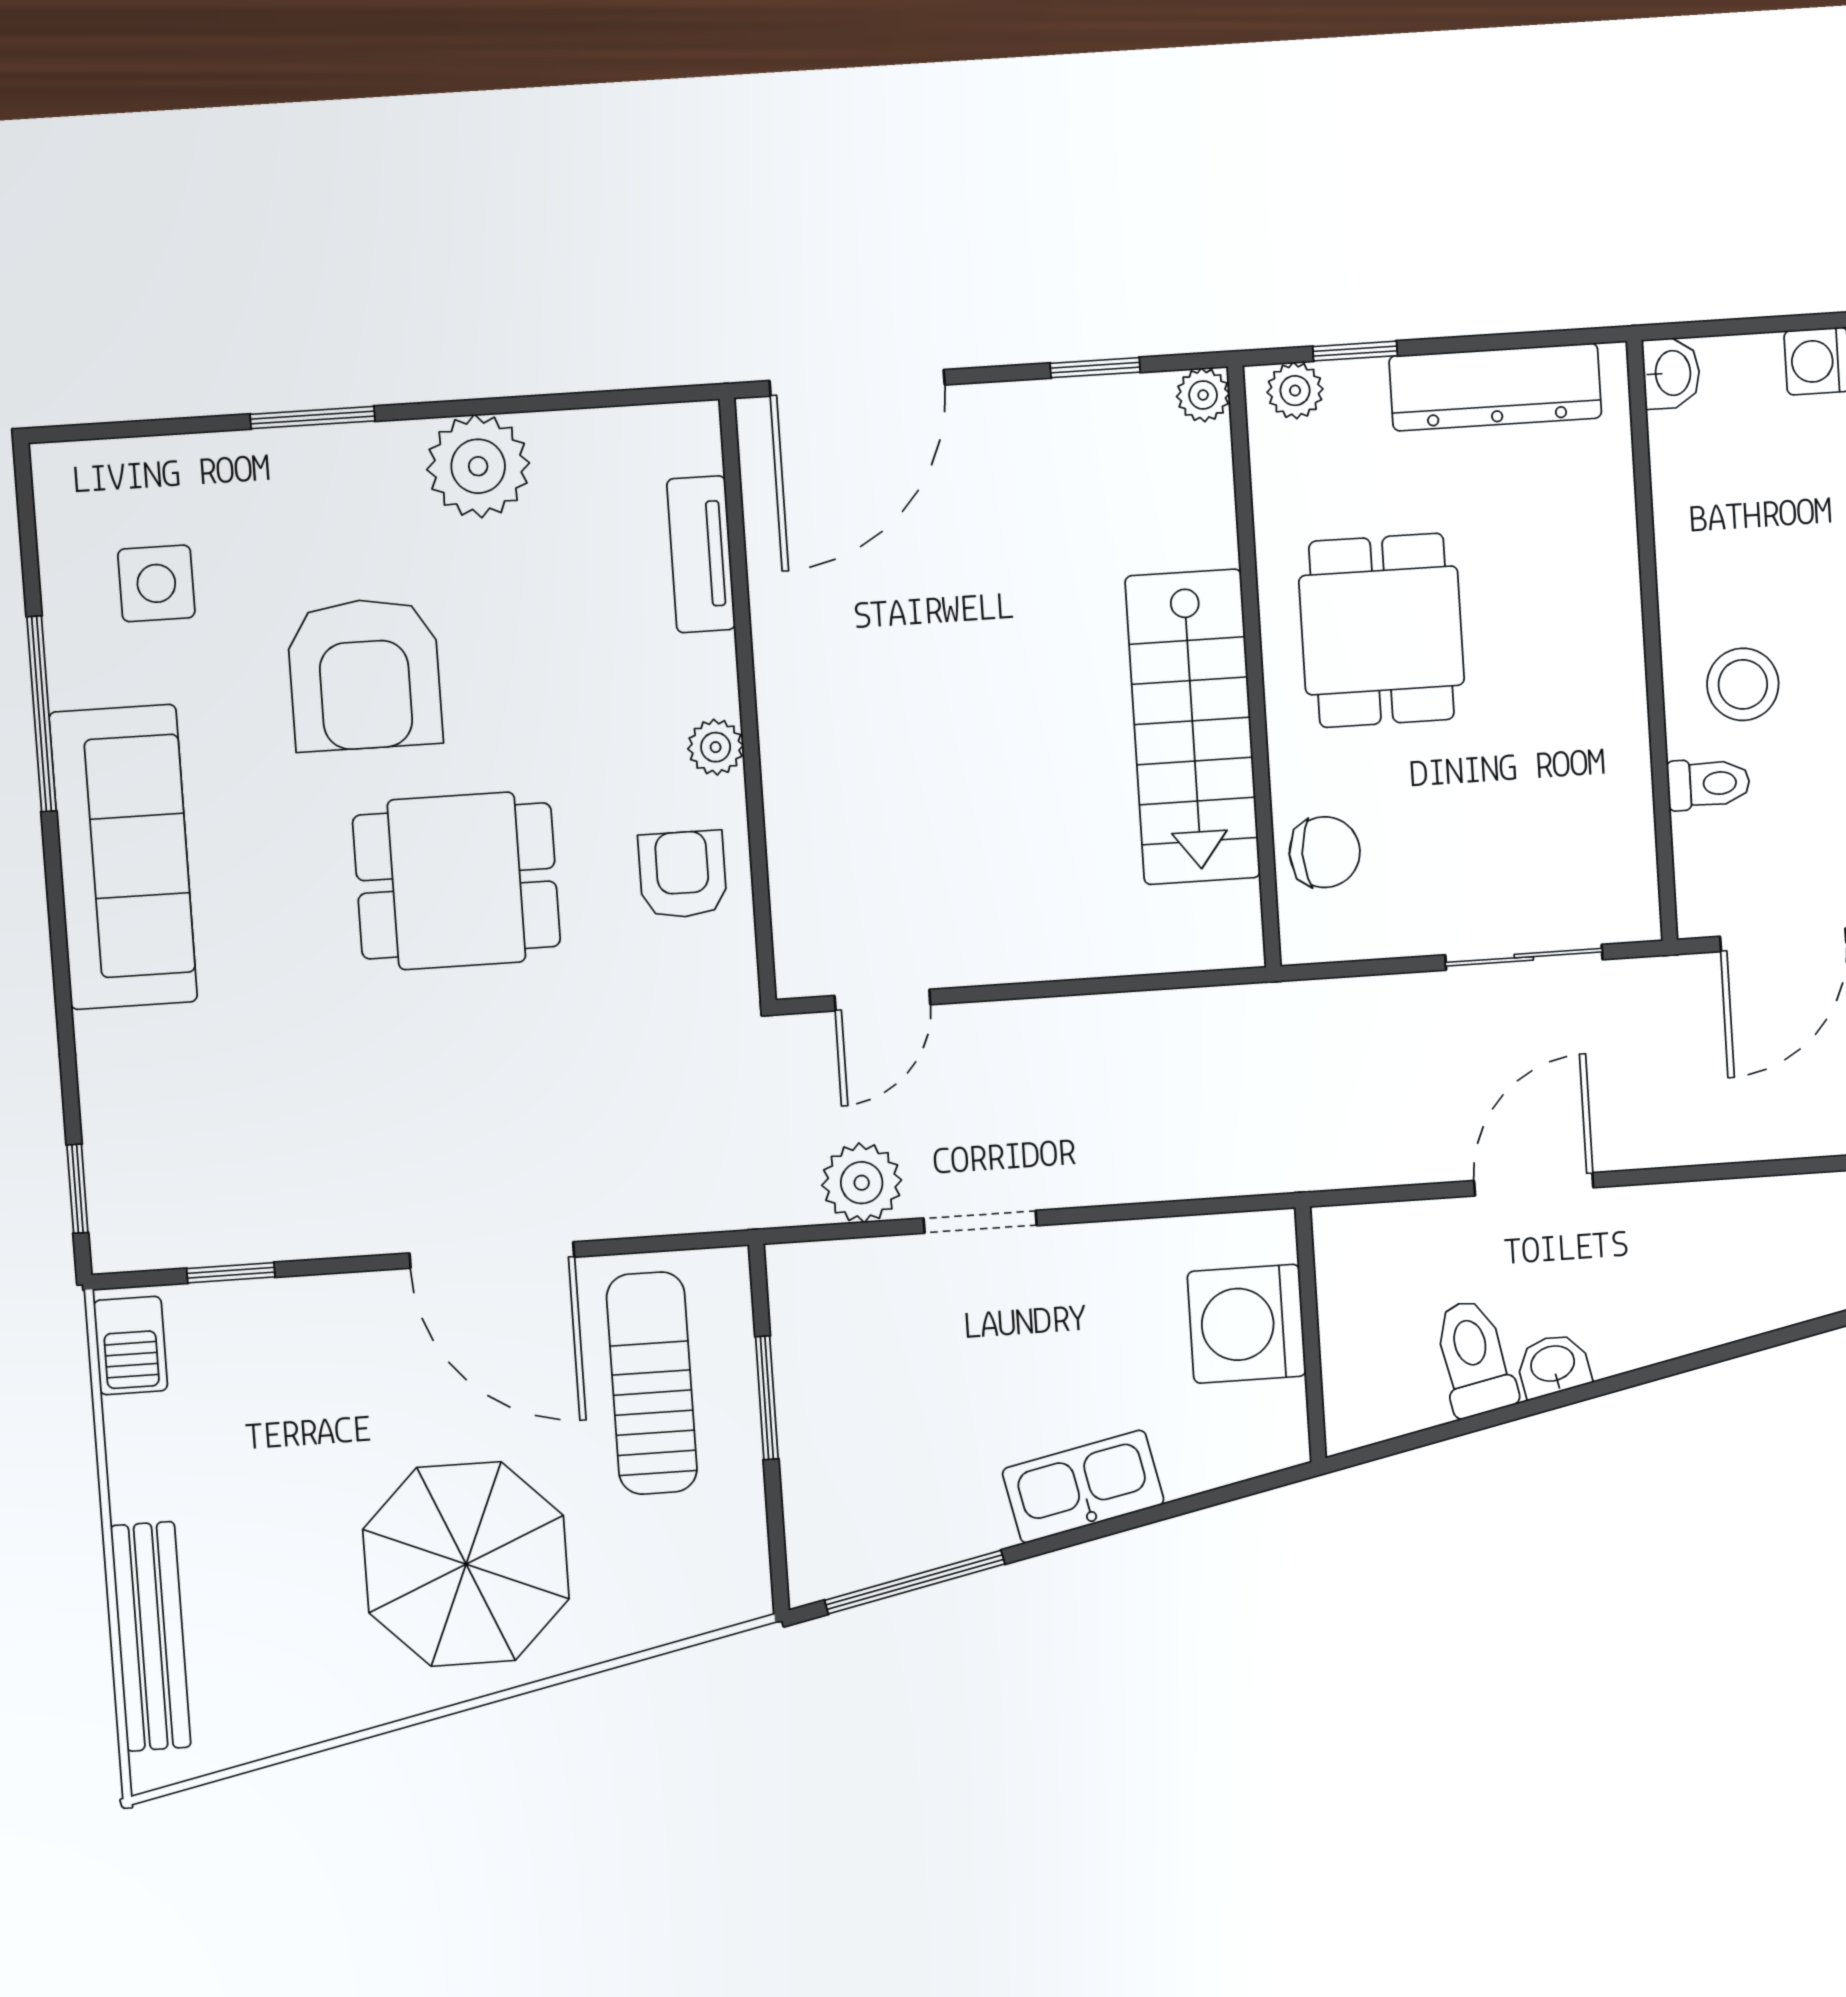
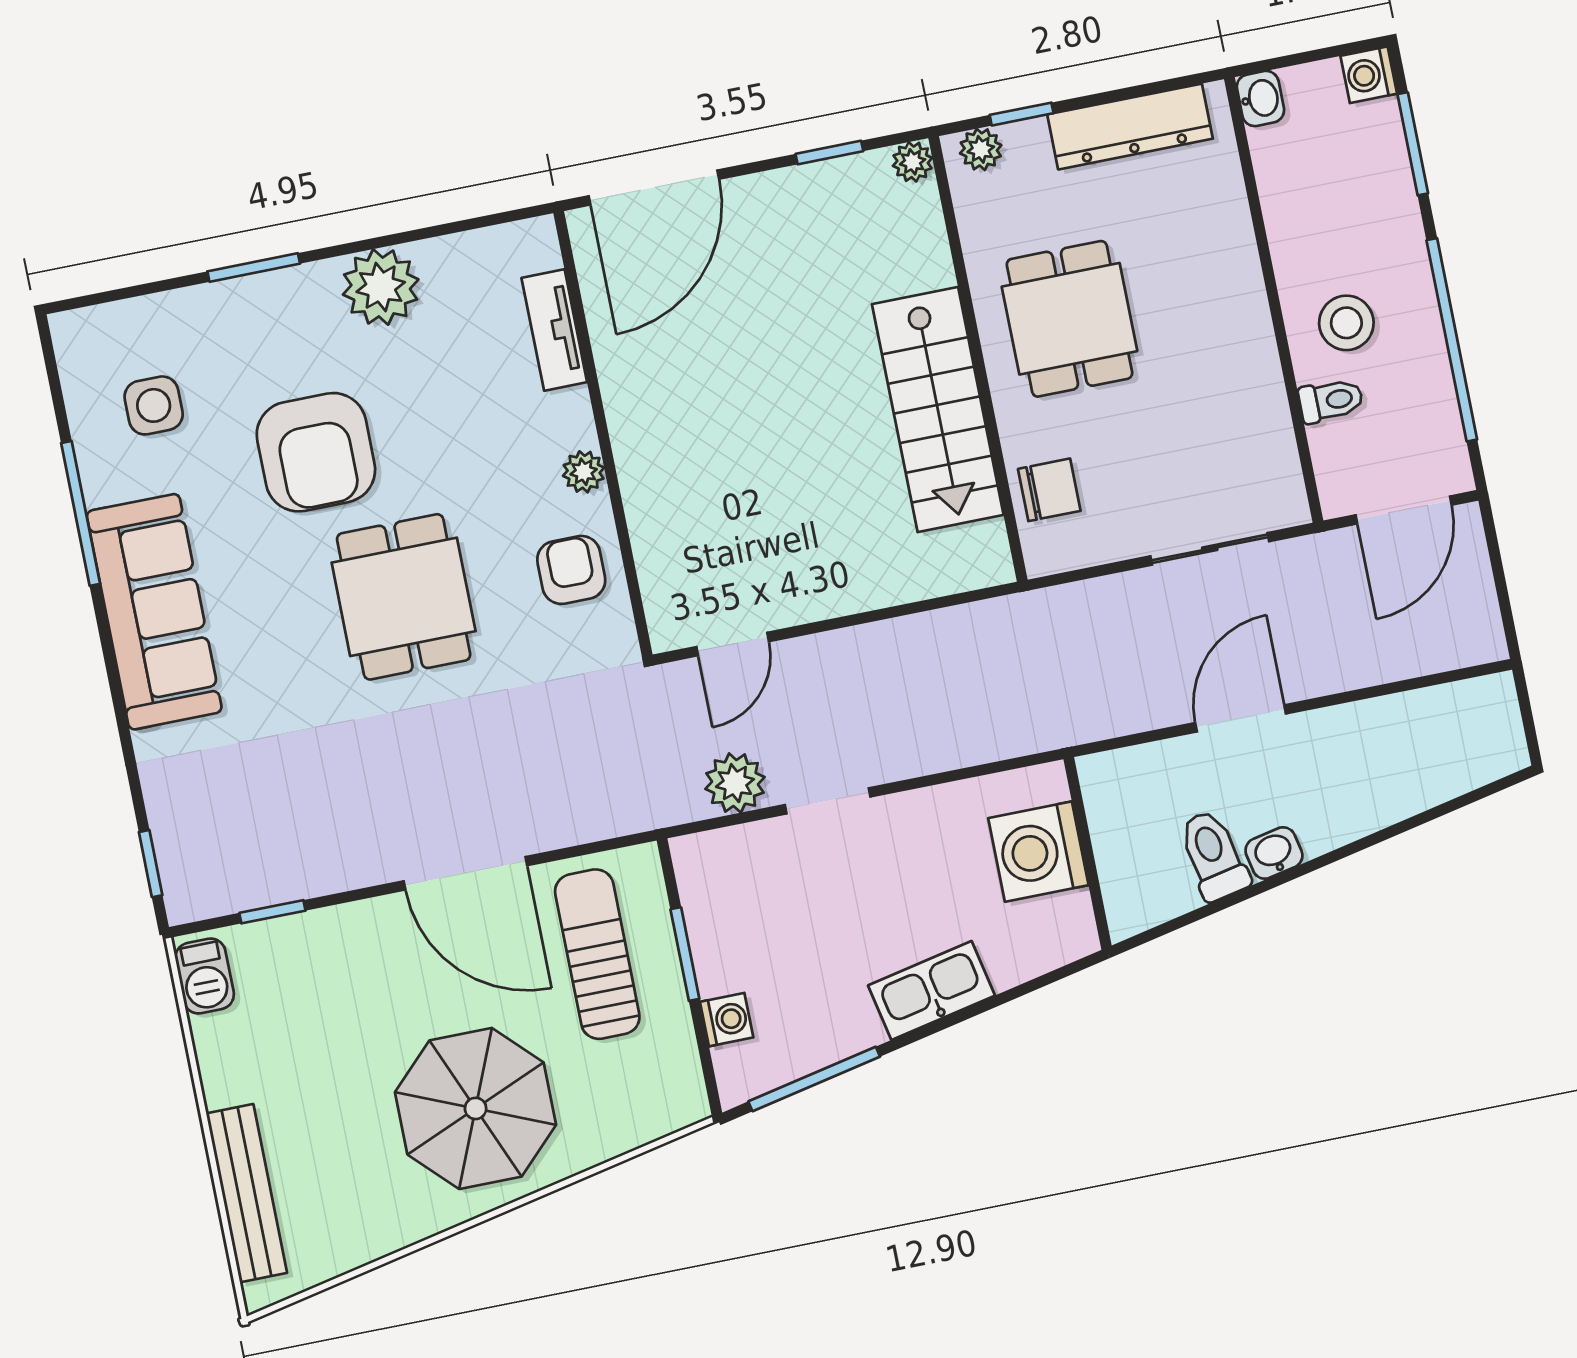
dining table: (456, 881) -> (404, 597), turned 90
washing machine: (810, 1490) -> (727, 1020), added

